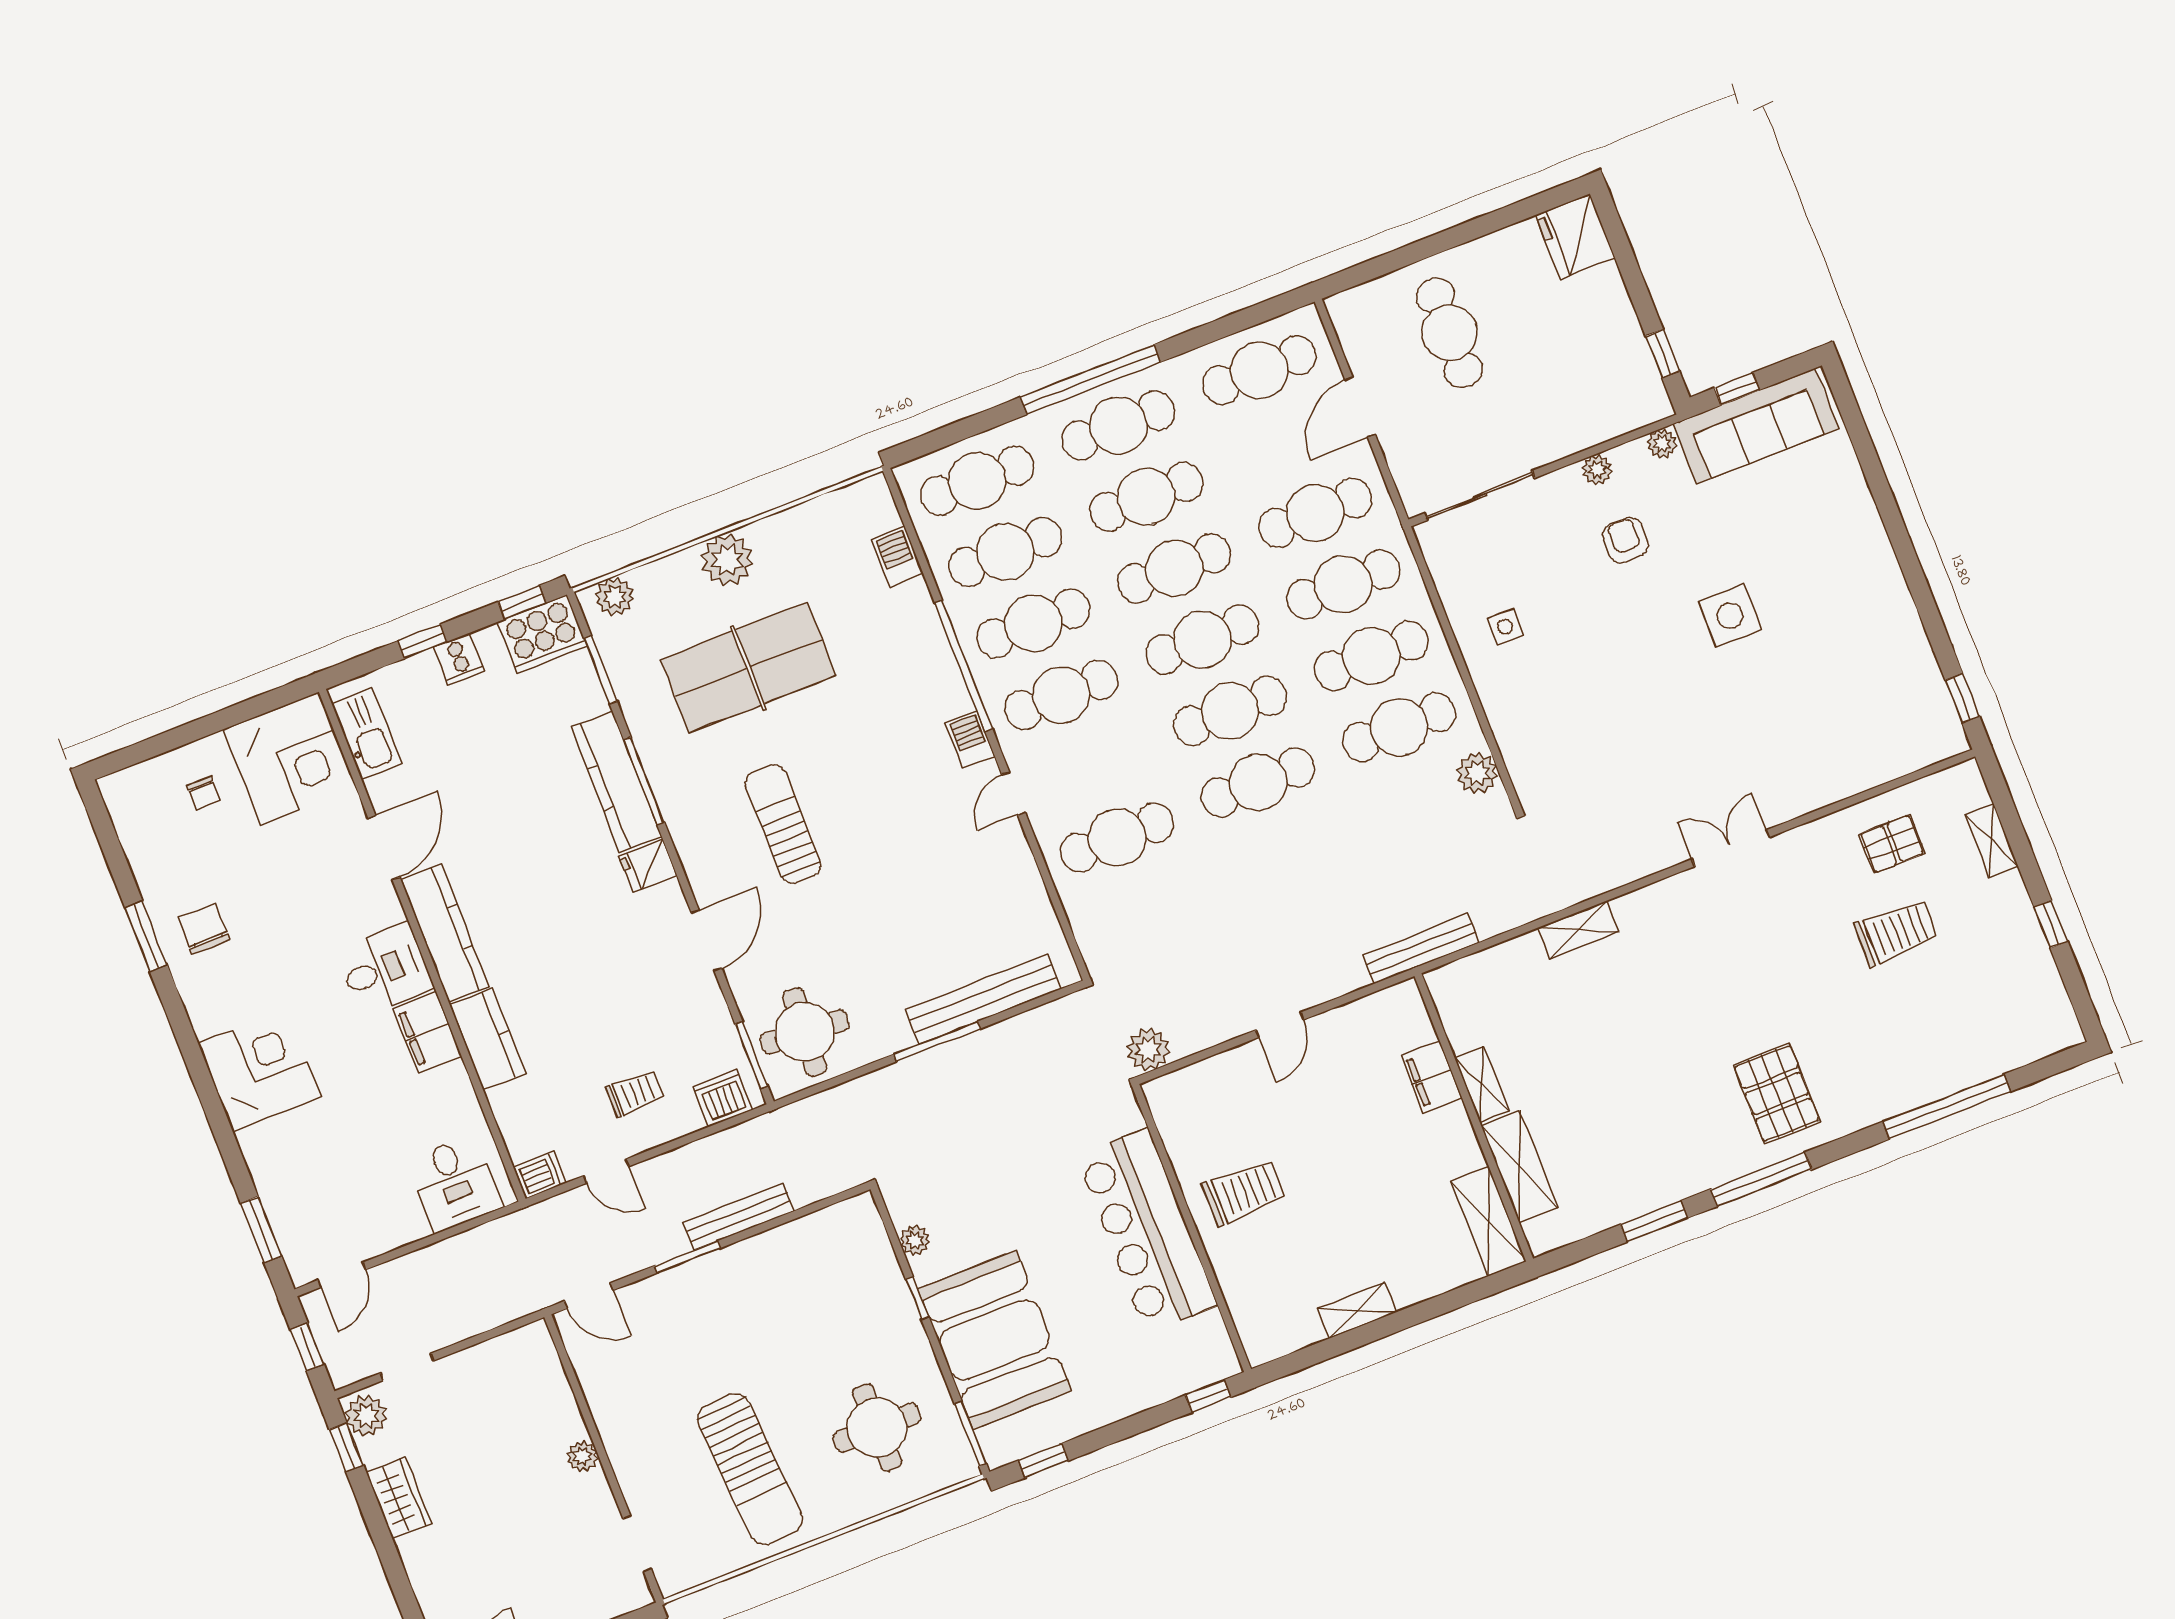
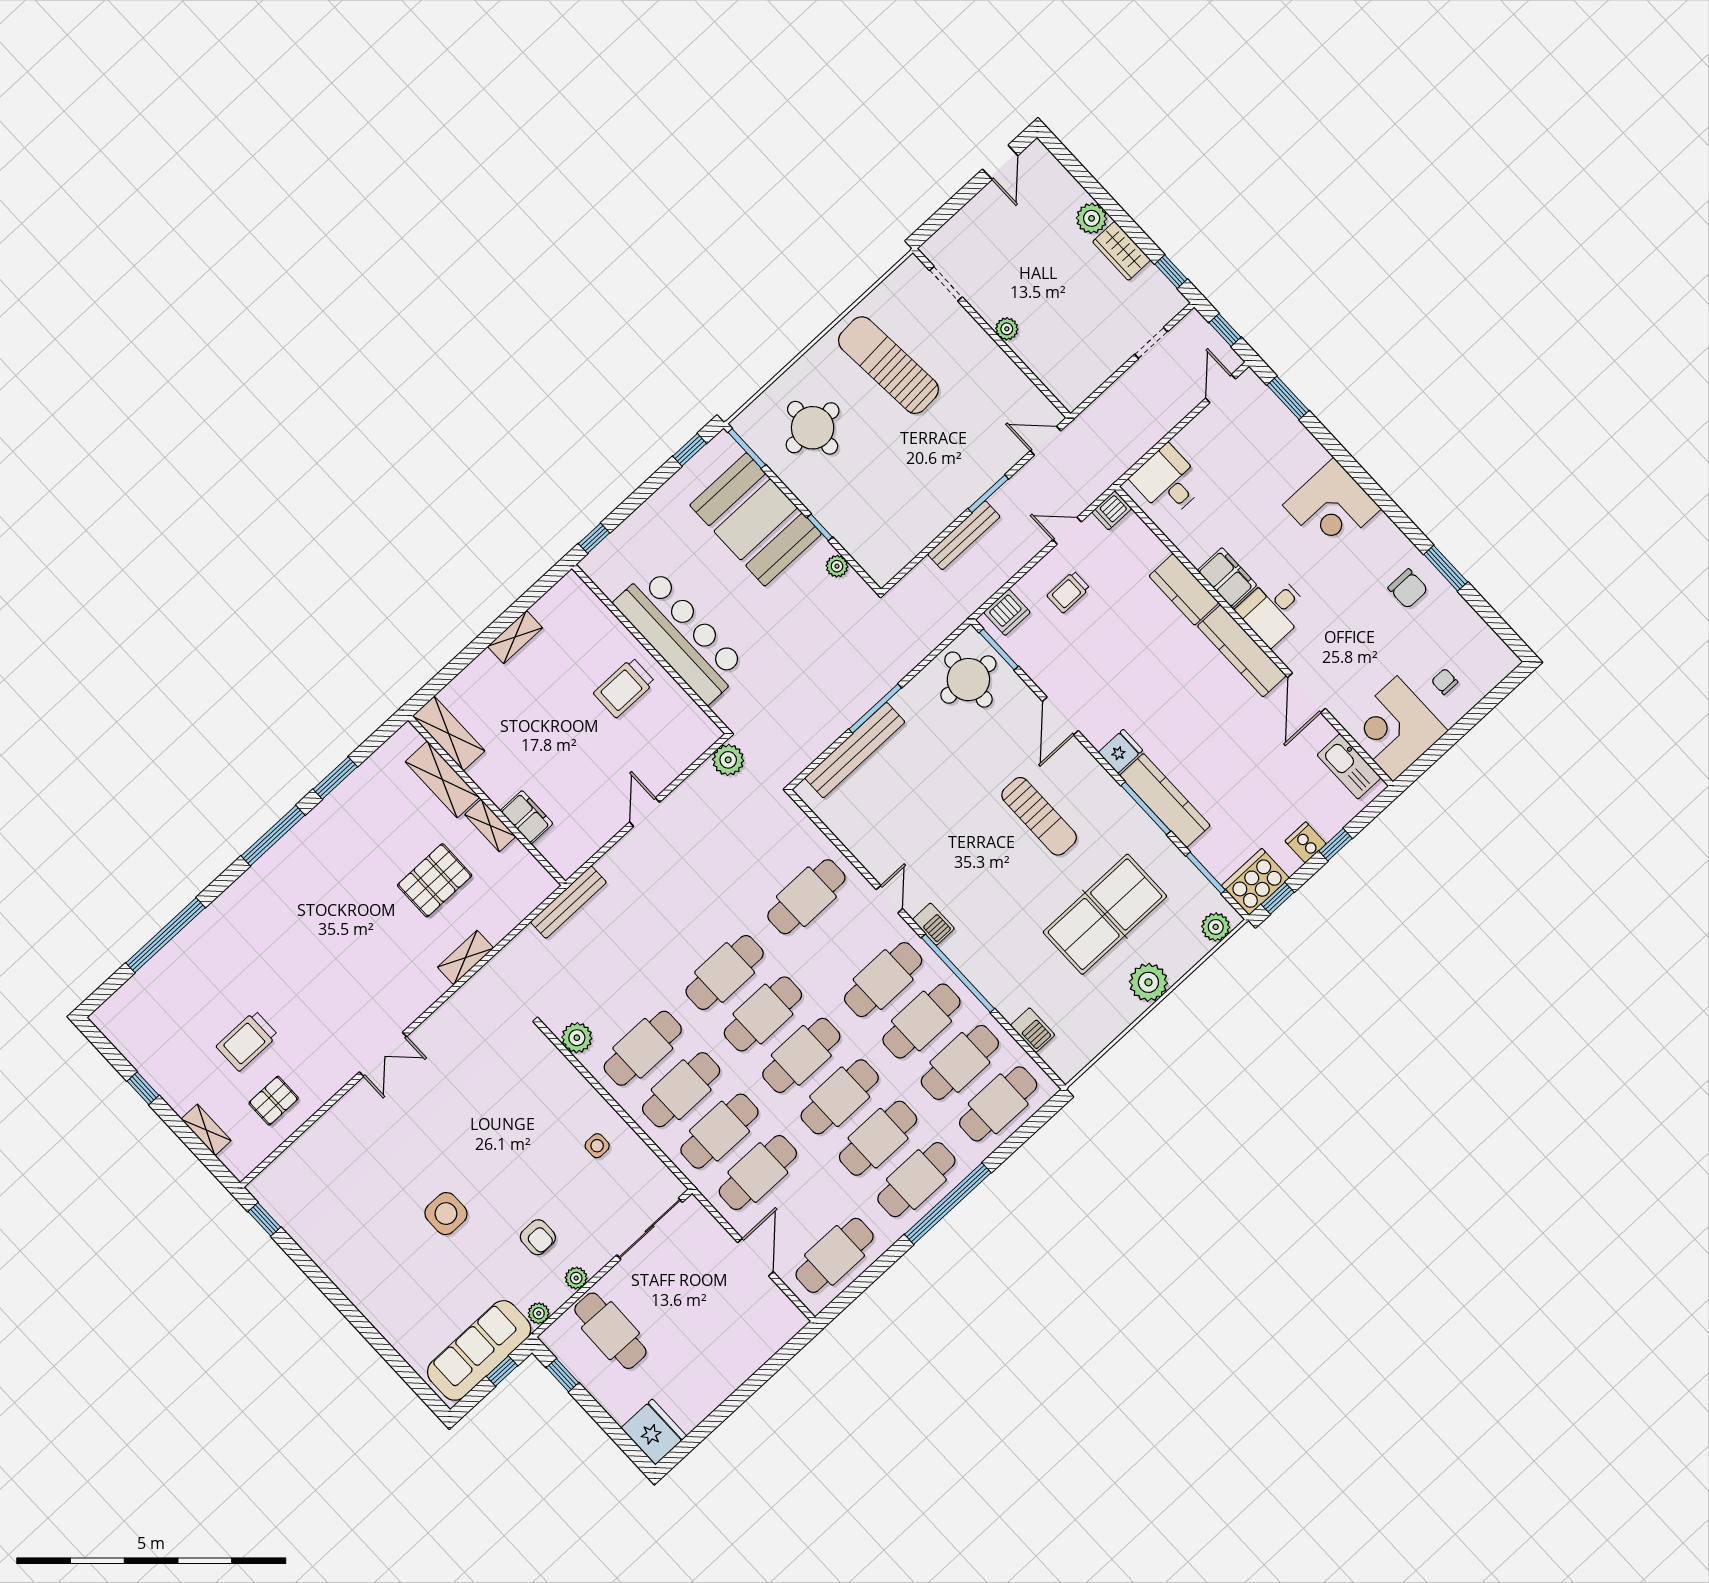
cafe table: (1449, 333) -> (610, 1331), moved
pallet: (1777, 1093) -> (435, 880), moved, turned 90
plant: (366, 1416) -> (1092, 218), moved

